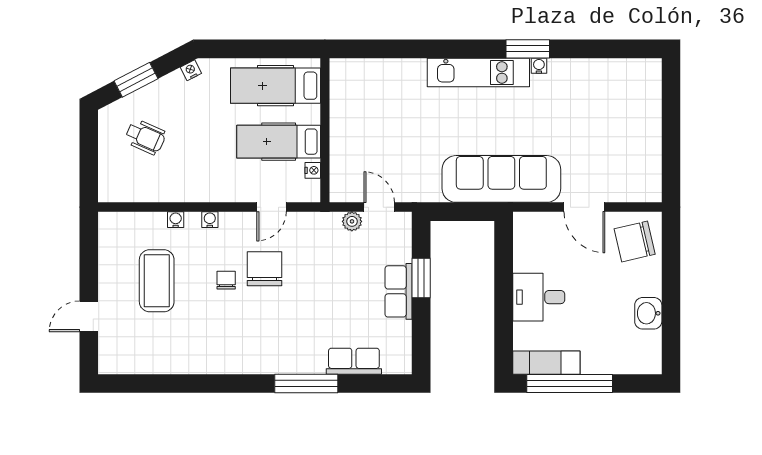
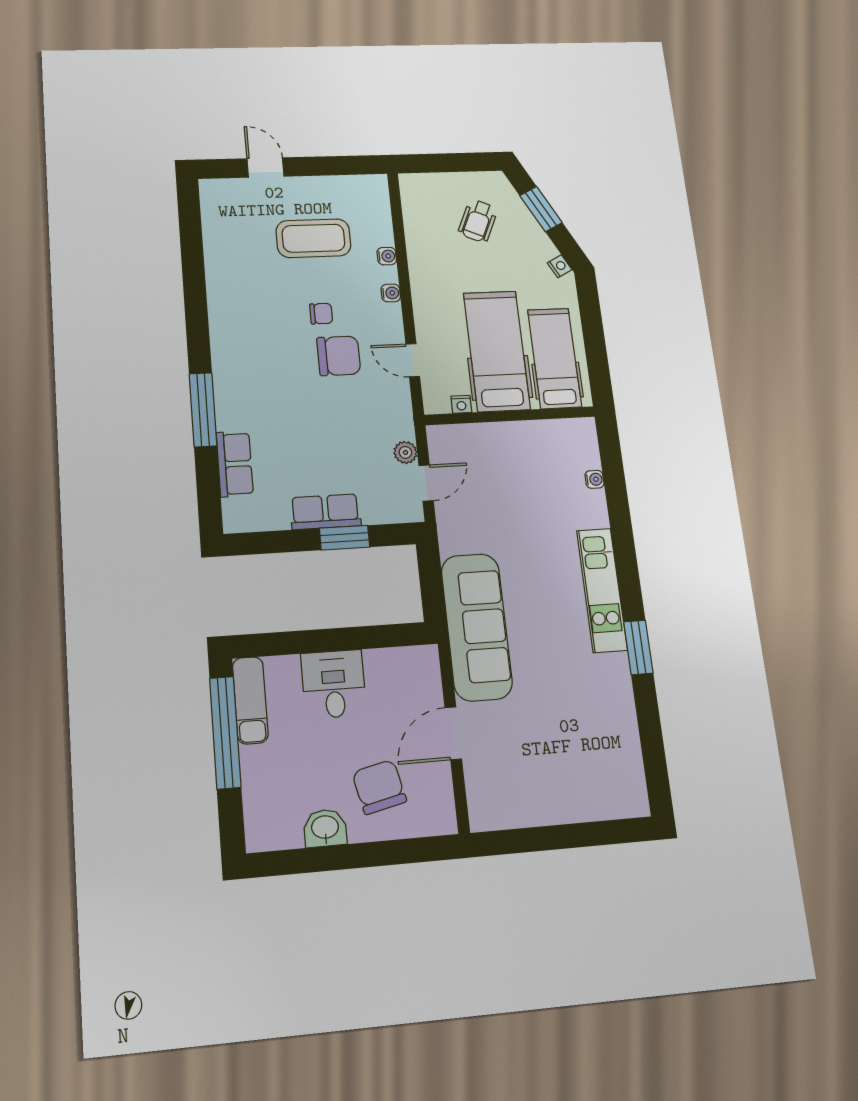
water cooler: (539, 66) -> (595, 479), moved
hospital bed: (279, 142) -> (497, 351), width x1.37, depth x1.29
chair: (635, 241) -> (379, 787), moved

